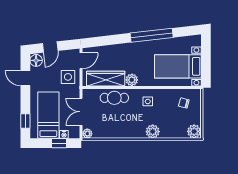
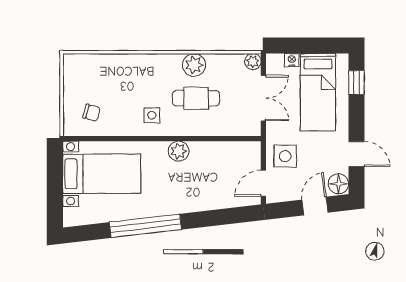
wardrobe: (106, 79) -> (222, 153), removed
cafe table: (114, 98) -> (196, 98), moved
plant: (194, 131) -> (74, 65), removed
plant: (153, 132) -> (194, 65), moved
window: (59, 143) -> (300, 46), removed

